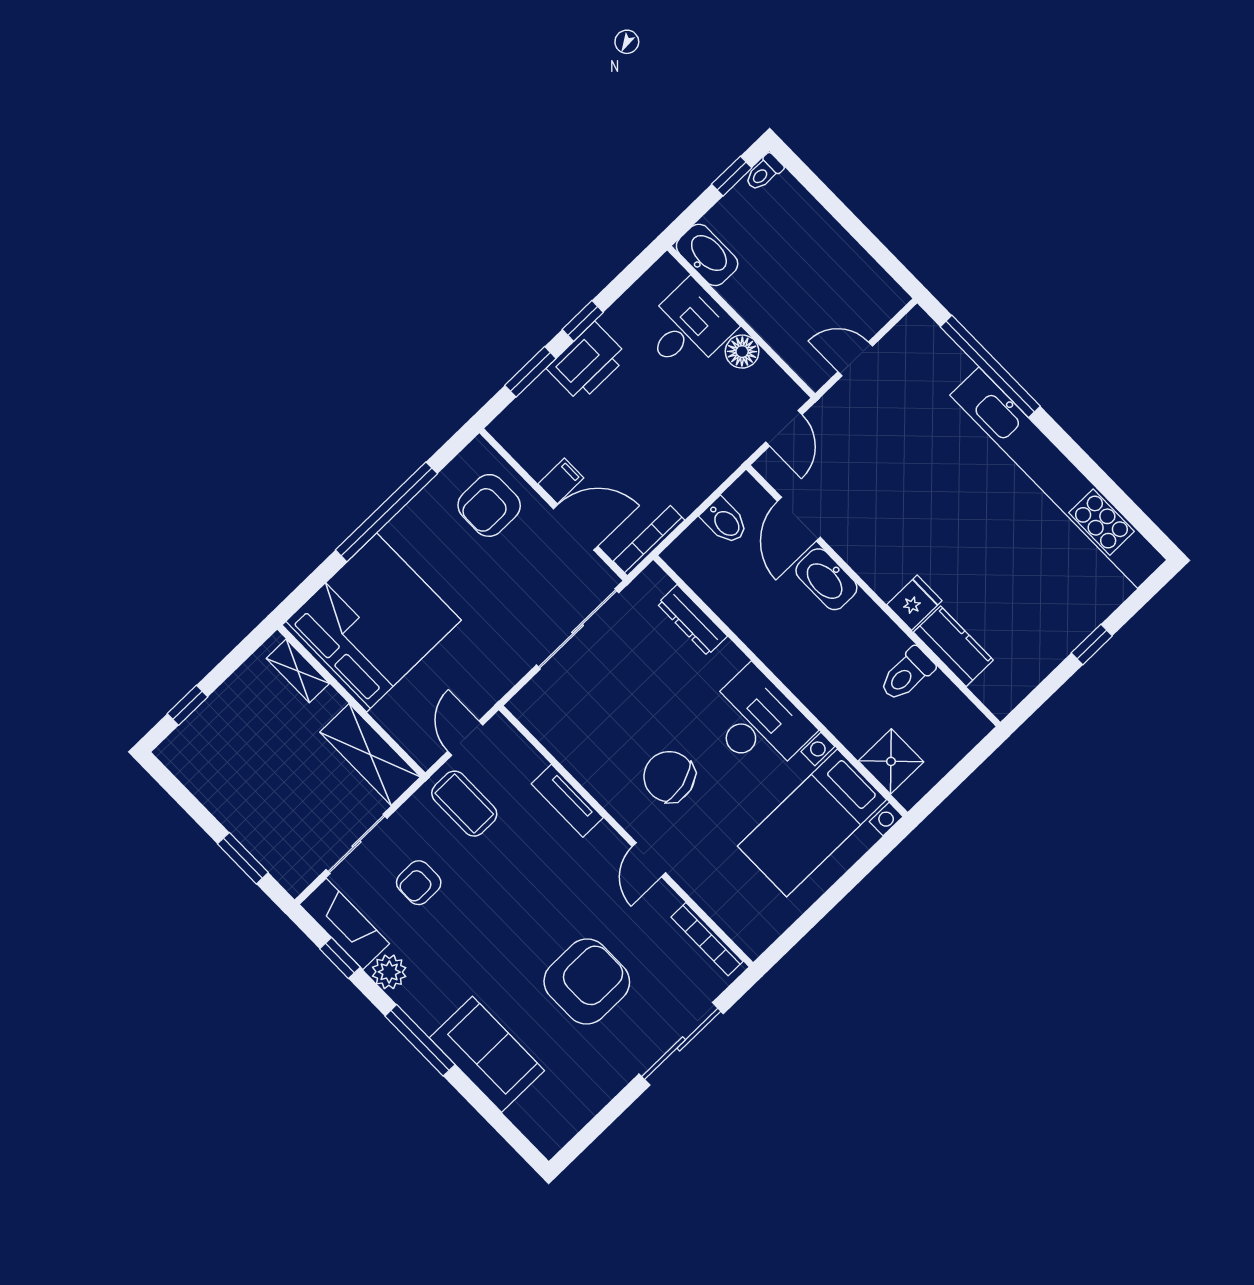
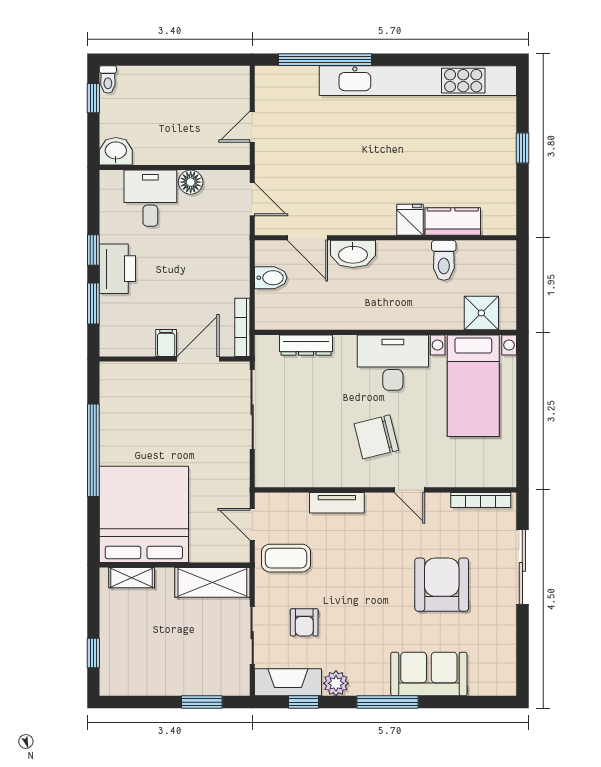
washbasin: (707, 255) -> (116, 151), width x0.72
armchair: (489, 505) -> (142, 393), removed

